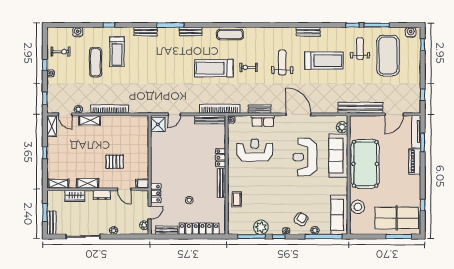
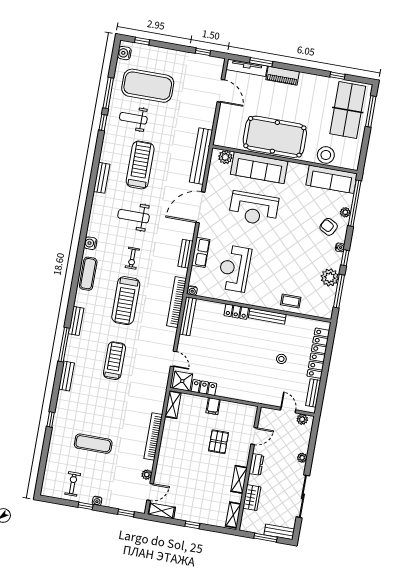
water cooler: (78, 32) -> (90, 243), moved
treadmill: (117, 52) -> (114, 361), moved, turned -90
bench: (360, 108) -> (201, 156), moved
shelving: (90, 120) -> (173, 405), moved
filing cabinet: (142, 184) -> (213, 406), moved
locker: (156, 193) -> (204, 388), moved

